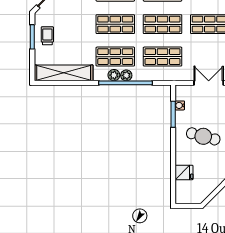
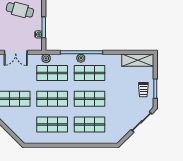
shelving: (64, 73) -> (138, 60), width x0.68
plant: (114, 75) -> (46, 58), moved

